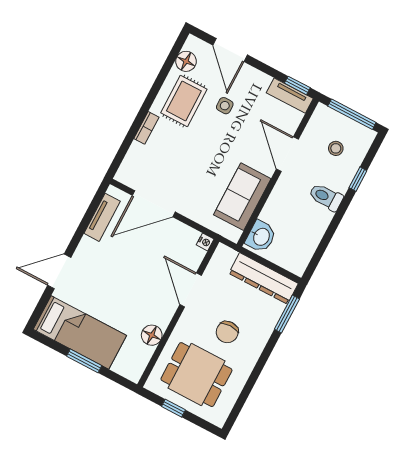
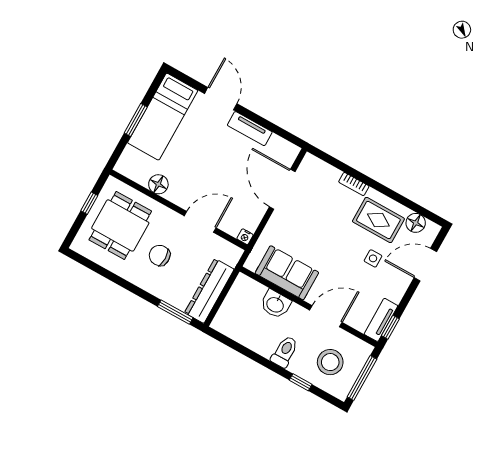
stool: (336, 148) -> (330, 362), width x1.89, depth x1.89
tv unit: (102, 217) -> (250, 129), moved
washbasin: (261, 237) -> (275, 304), moved

